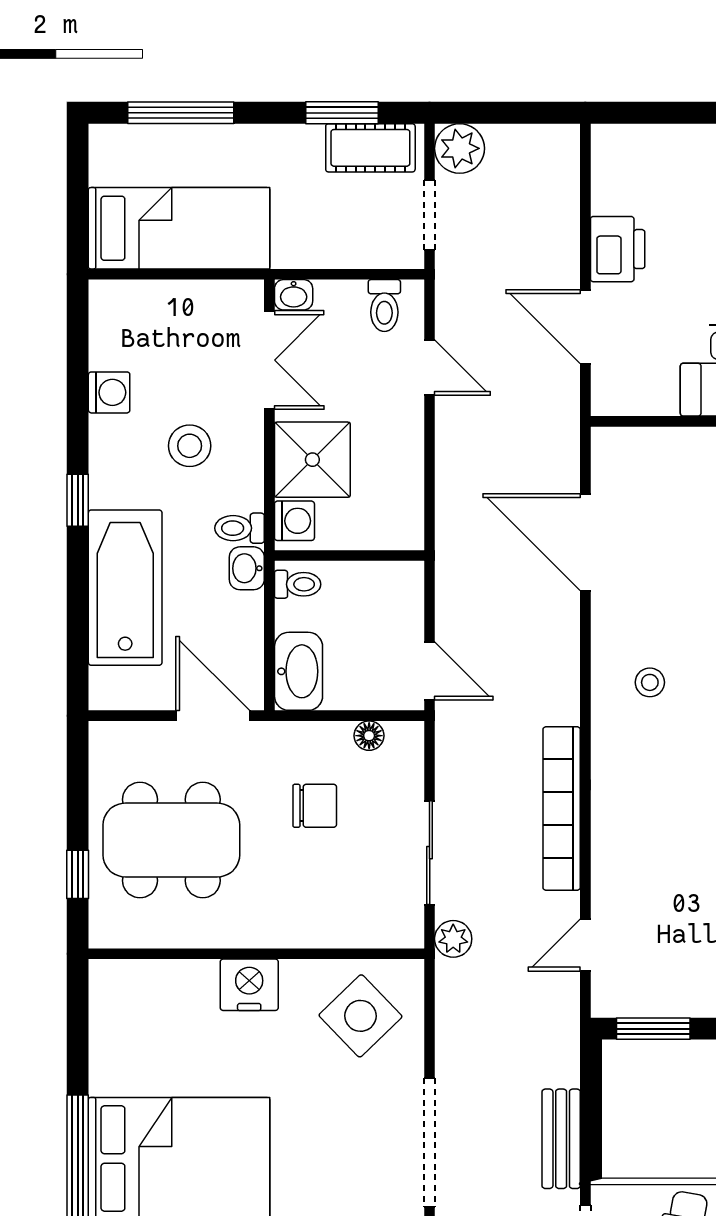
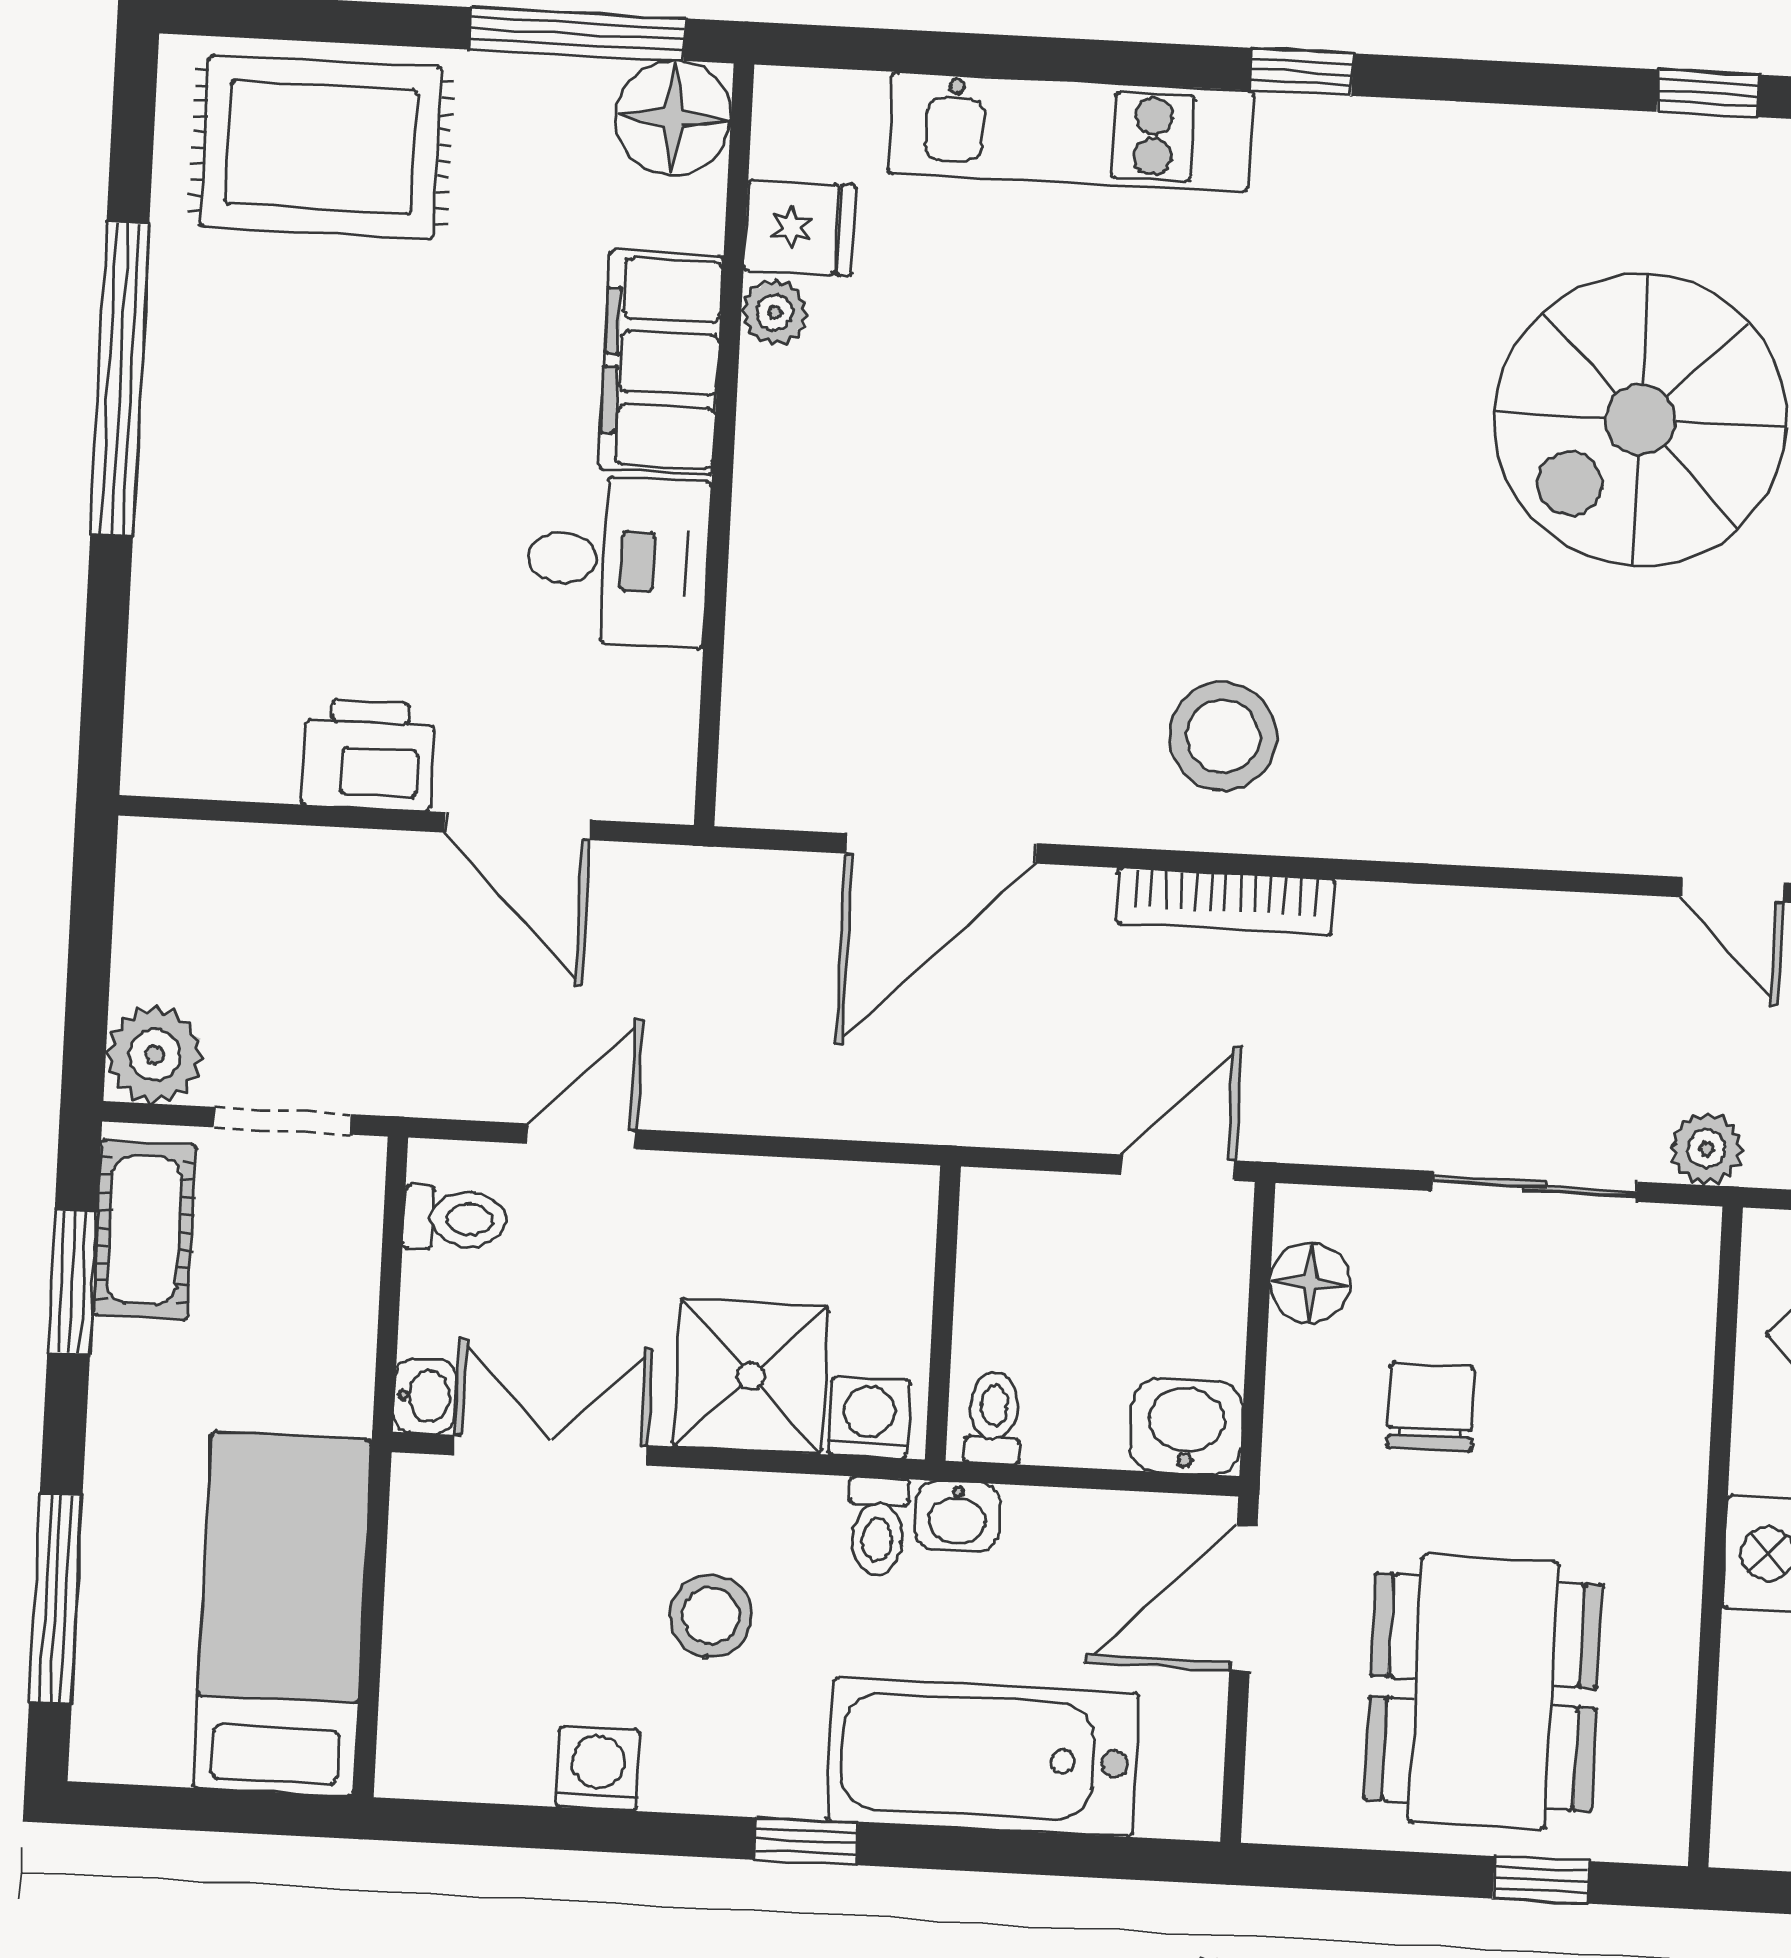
door: (585, 327) -> (518, 826), hinge flipped
washbasin: (299, 671) -> (1186, 1426), width x0.72
stool: (650, 682) -> (1223, 736), width x1.89, depth x1.89
floor lamp: (369, 736) -> (1310, 1283), width x1.37, depth x1.37
bookcase: (562, 808) -> (1225, 901), moved, width x0.68, depth x0.76

